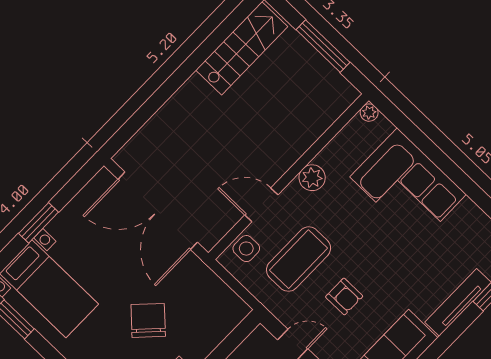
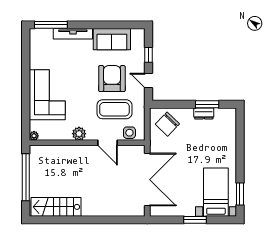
window: (323, 46) -> (26, 177), width x1.46
armchair: (344, 296) -> (112, 79), width x1.88, depth x1.88
chair: (148, 320) -> (167, 124), moved

